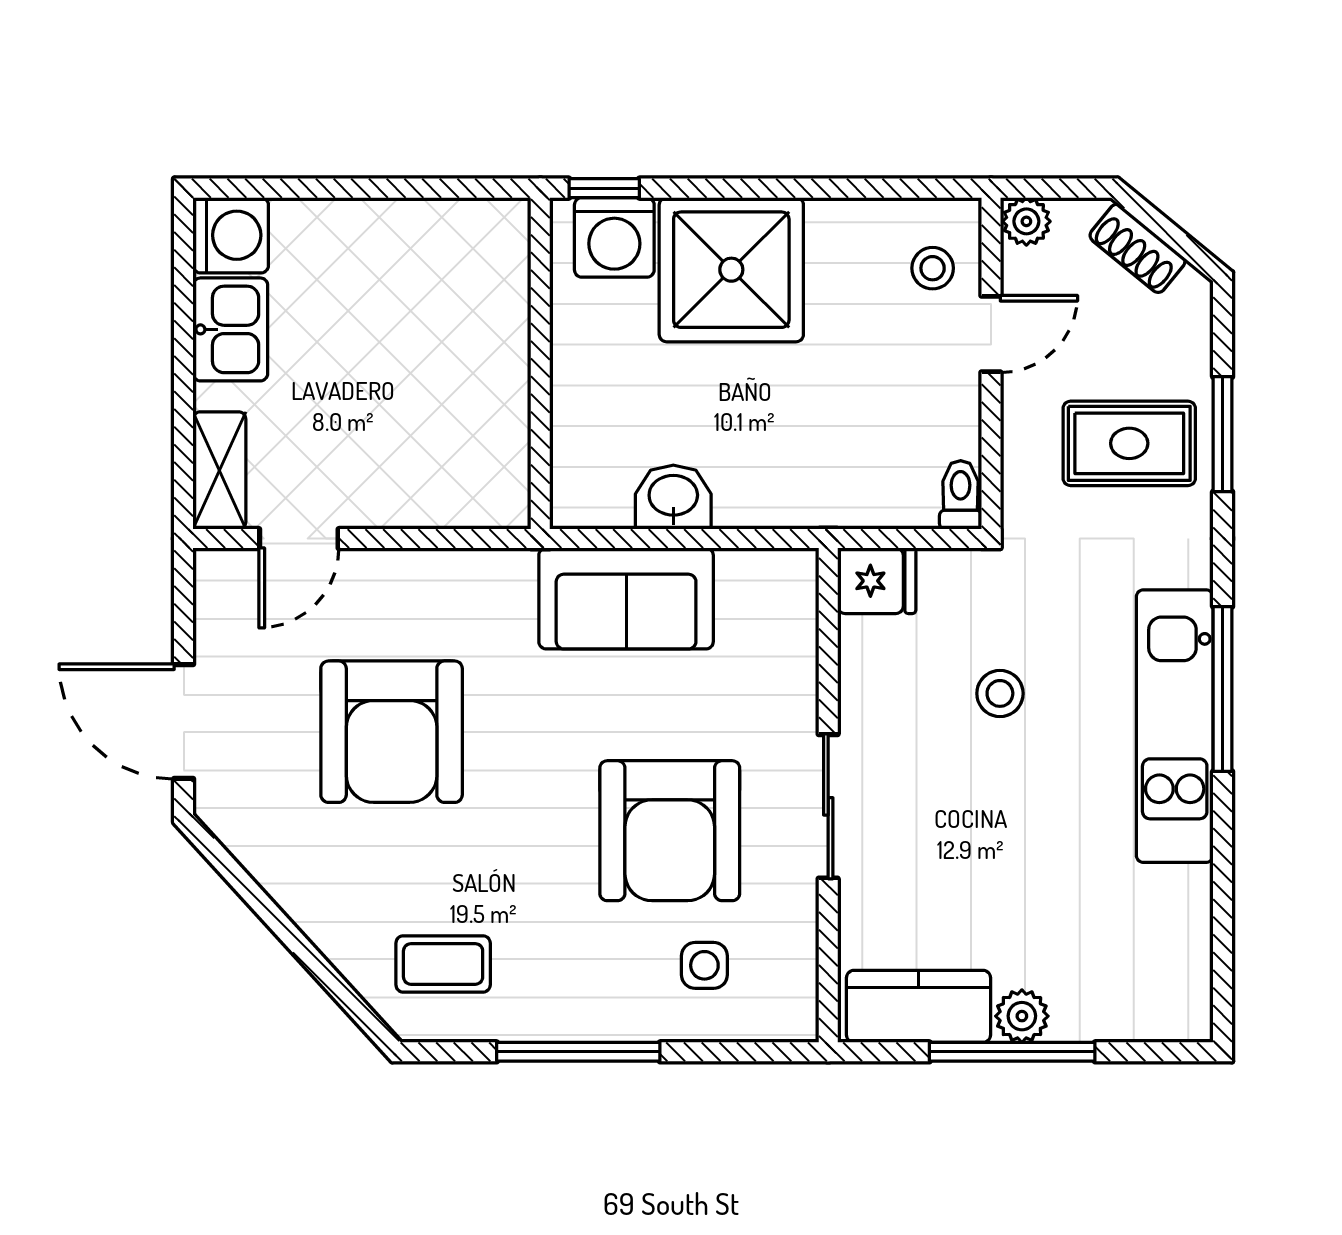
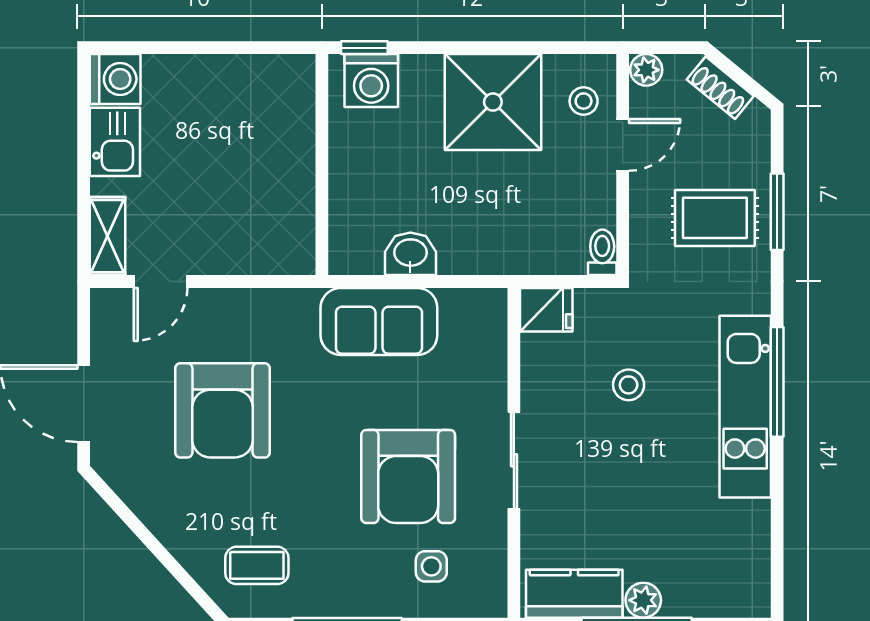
shower: (731, 270) -> (493, 102), moved

